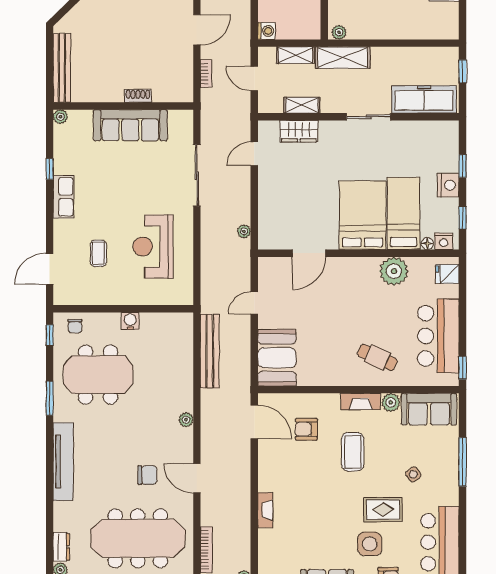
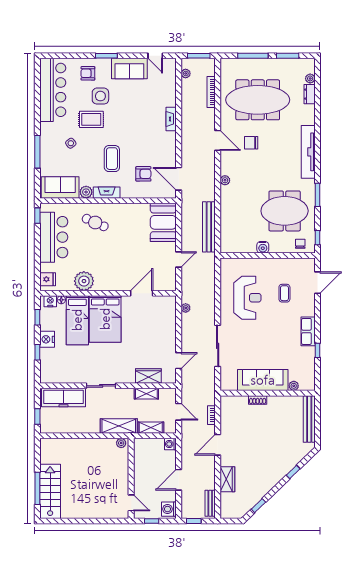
plant: (60, 117) -> (294, 386), moved

